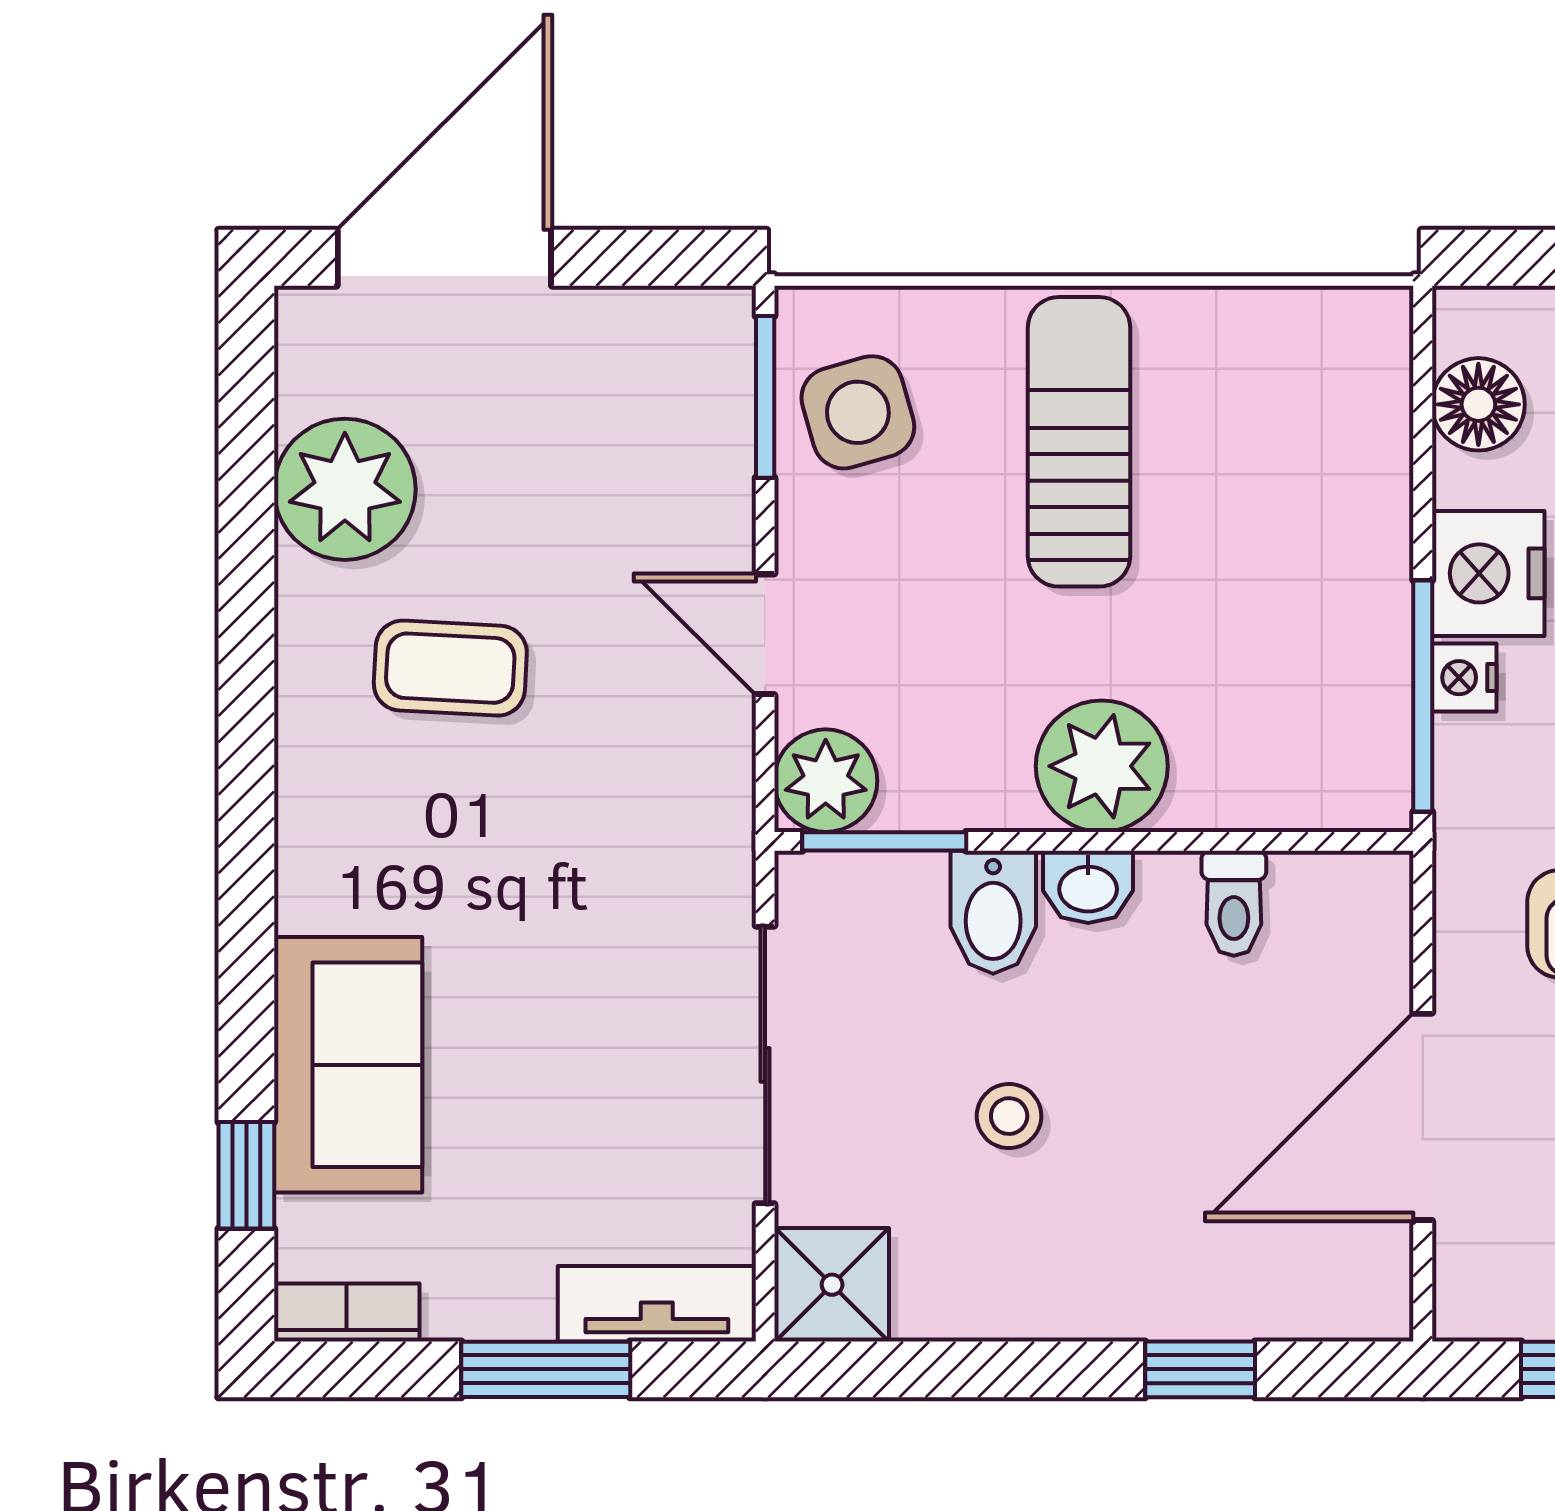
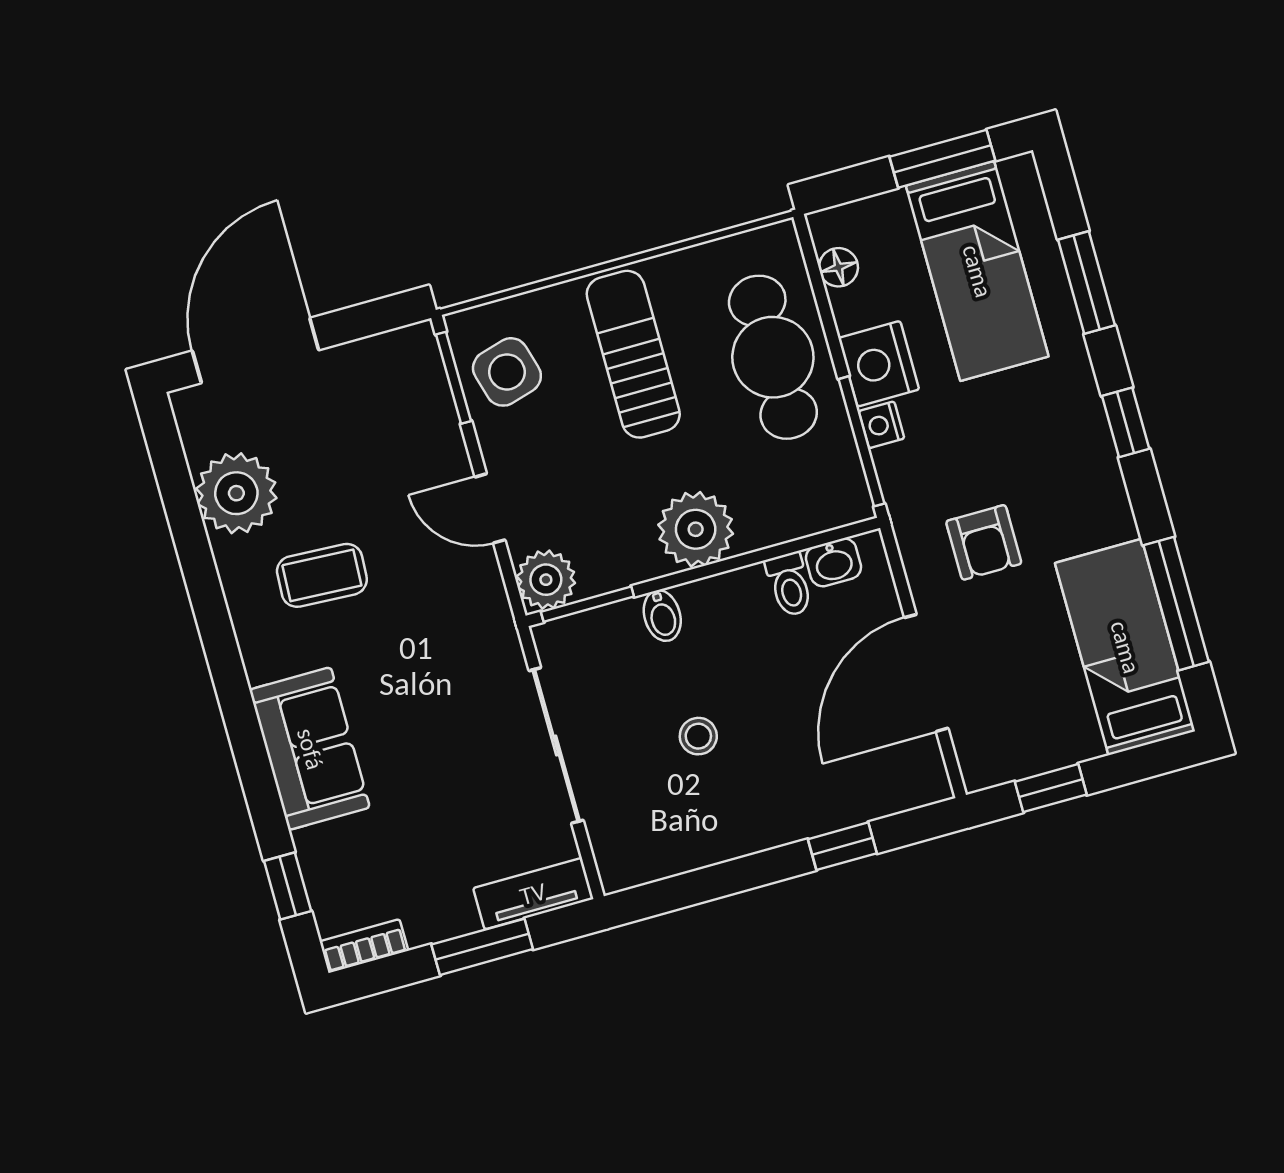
floor lamp: (1478, 404) -> (838, 267), width x0.73, depth x0.73
cafe table: (1313, 513) -> (773, 357), added
washbasin: (1088, 887) -> (833, 562), moved
bidet: (993, 912) -> (662, 616), width x0.72, depth x0.74
sofa: (348, 1065) -> (310, 749), moved
shower: (832, 1285) -> (627, 856), removed

